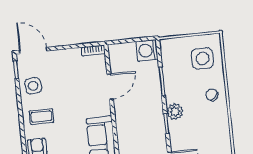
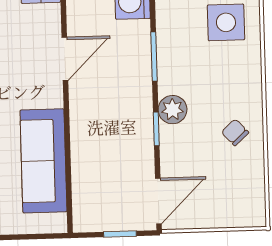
chair: (212, 95) -> (235, 132), moved

